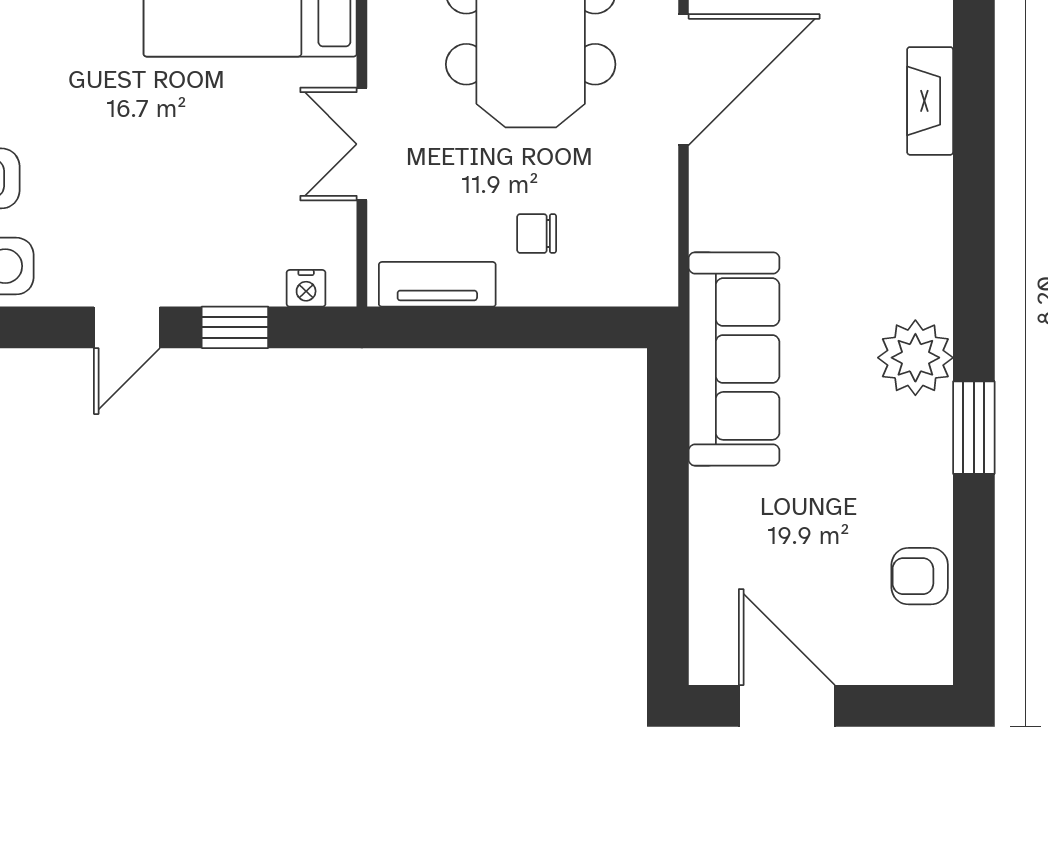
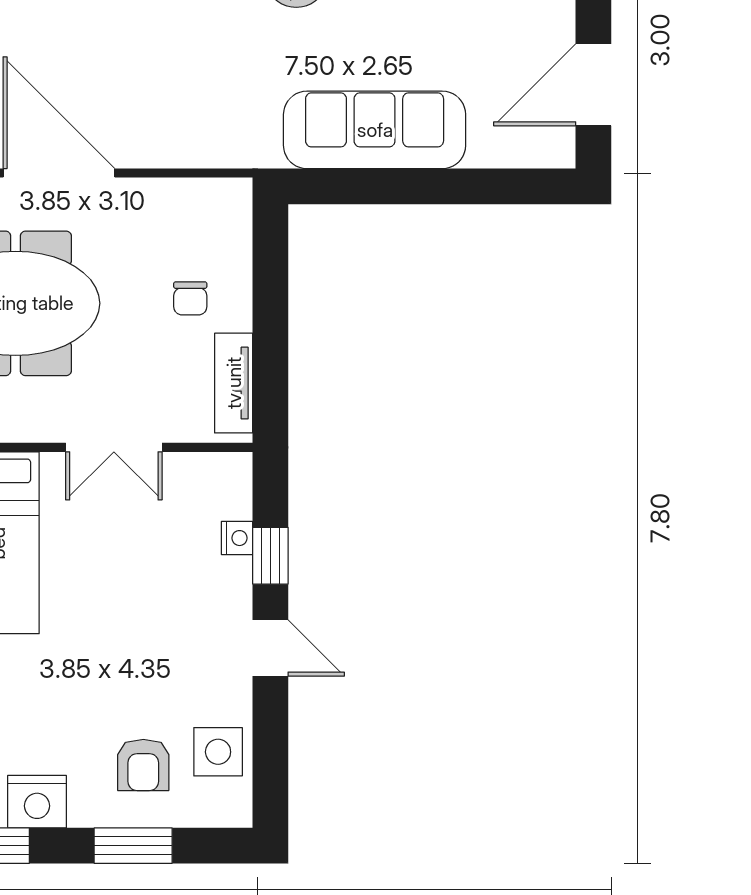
nightstand: (306, 288) -> (237, 538), moved
sofa: (734, 359) -> (375, 130), moved

